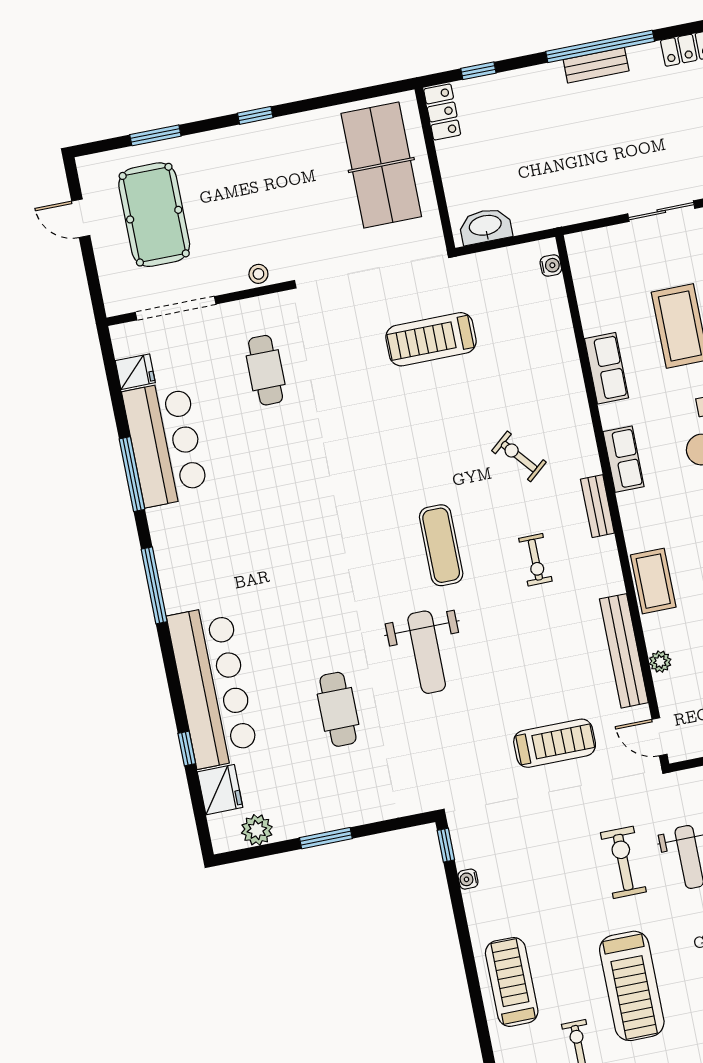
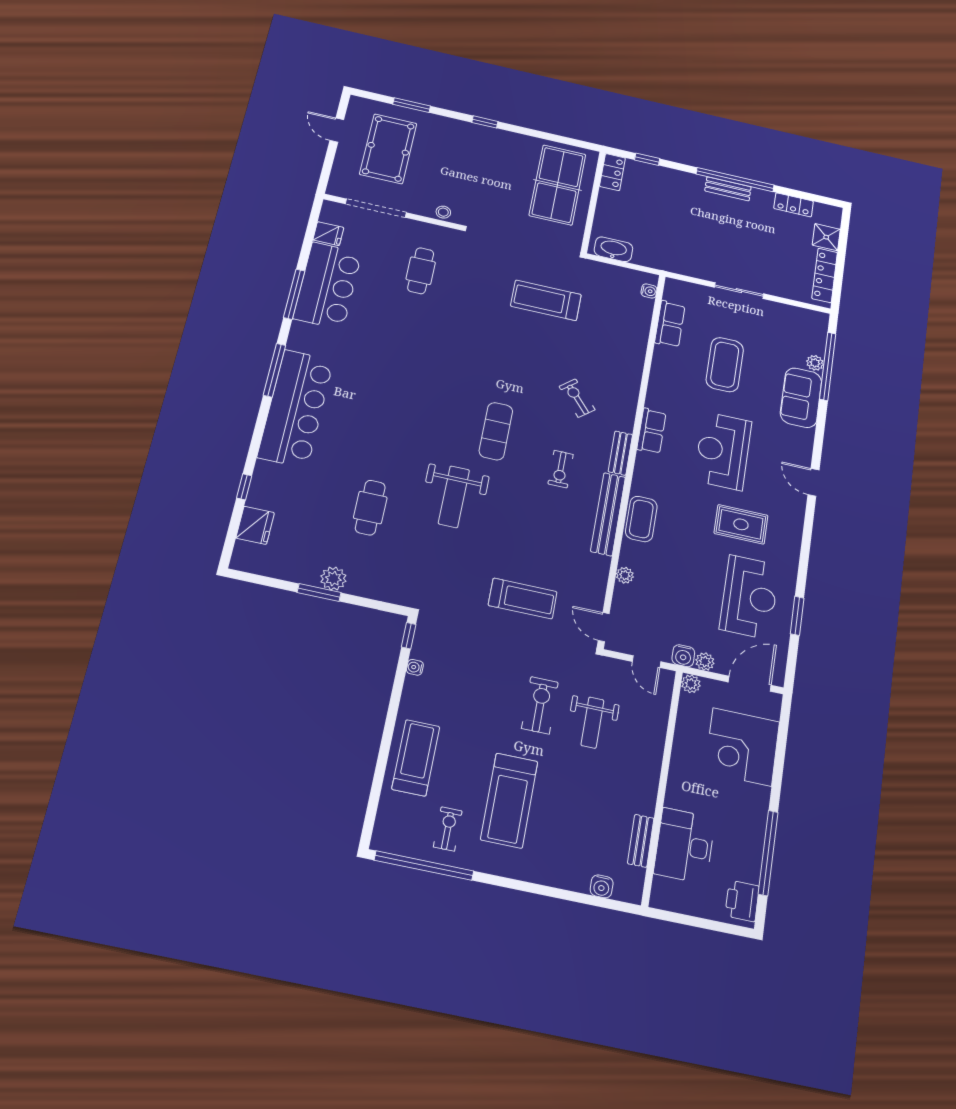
row of seats: (607, 368) -> (670, 324), moved
bench: (624, 651) -> (608, 514), moved
bar counter: (213, 687) -> (296, 408), moved
plant: (257, 830) -> (333, 579), moved

